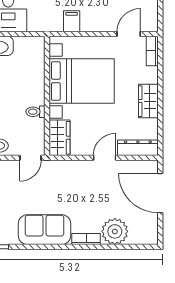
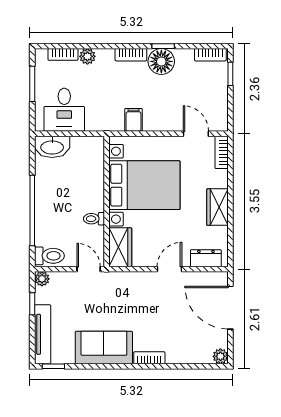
door: (129, 34) -> (196, 134), hinge flipped
dresser: (138, 148) -> (206, 258), width x0.70
door: (30, 158) -> (89, 269), swing flipped
plant: (115, 231) -> (220, 356), moved, width x0.53, depth x0.53

